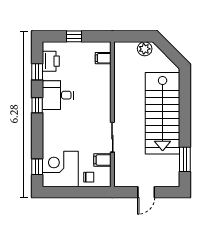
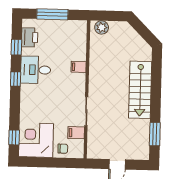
window: (74, 36) -> (52, 14), width x2.17
plant: (145, 49) -> (102, 27), moved
filing cabinet: (103, 58) -> (79, 67), moved
stairs: (163, 113) -> (140, 90), width x0.73, depth x0.66

